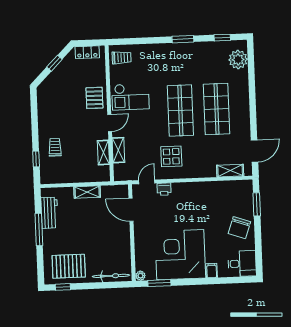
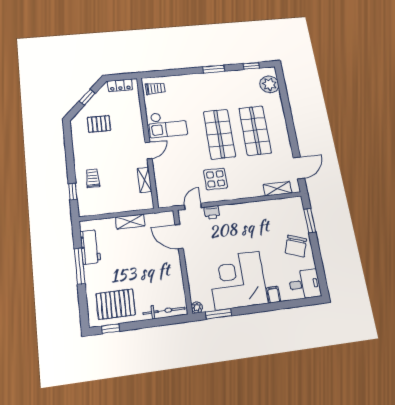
pallet: (94, 98) -> (99, 124), moved, turned 90
shelving: (118, 150) -> (160, 177), removed

